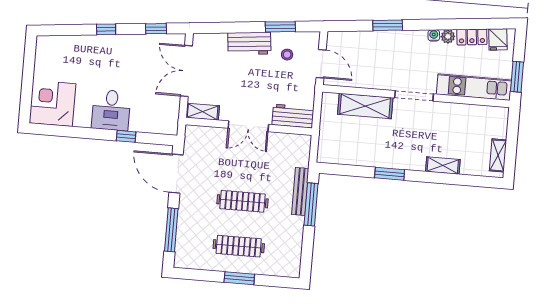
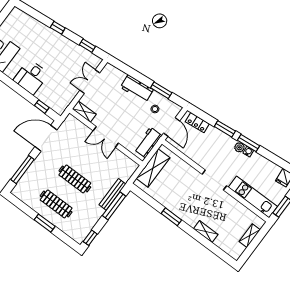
window: (428, 25) -> (249, 143), added
plant: (448, 36) -> (239, 147), moved
locker: (472, 37) -> (197, 123), moved
double door: (186, 71) -> (90, 82), width x0.73
shelving: (365, 106) -> (153, 168), moved, turned 90
workbench: (293, 116) -> (148, 142), moved, turned -90
window: (126, 136) -> (42, 107), moved
shelving: (498, 155) -> (250, 236), moved
door: (176, 174) -> (46, 138), hinge flipped
window: (306, 261) -> (90, 238), added

